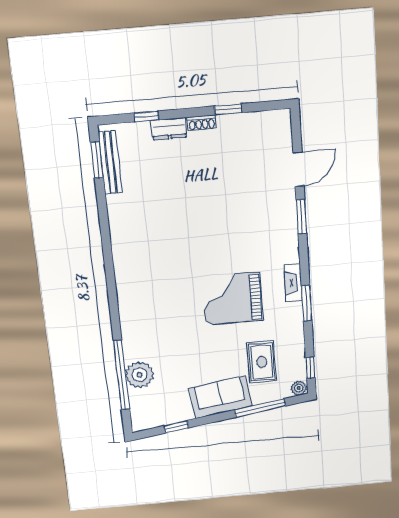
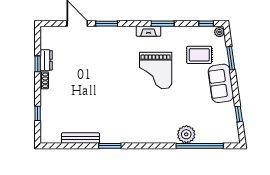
dresser: (169, 129) -> (46, 60), moved
window: (97, 160) -> (110, 146), moved
bench: (110, 162) -> (81, 138), moved
plant: (139, 375) -> (186, 134), moved
window: (260, 408) -> (231, 58), width x0.69

